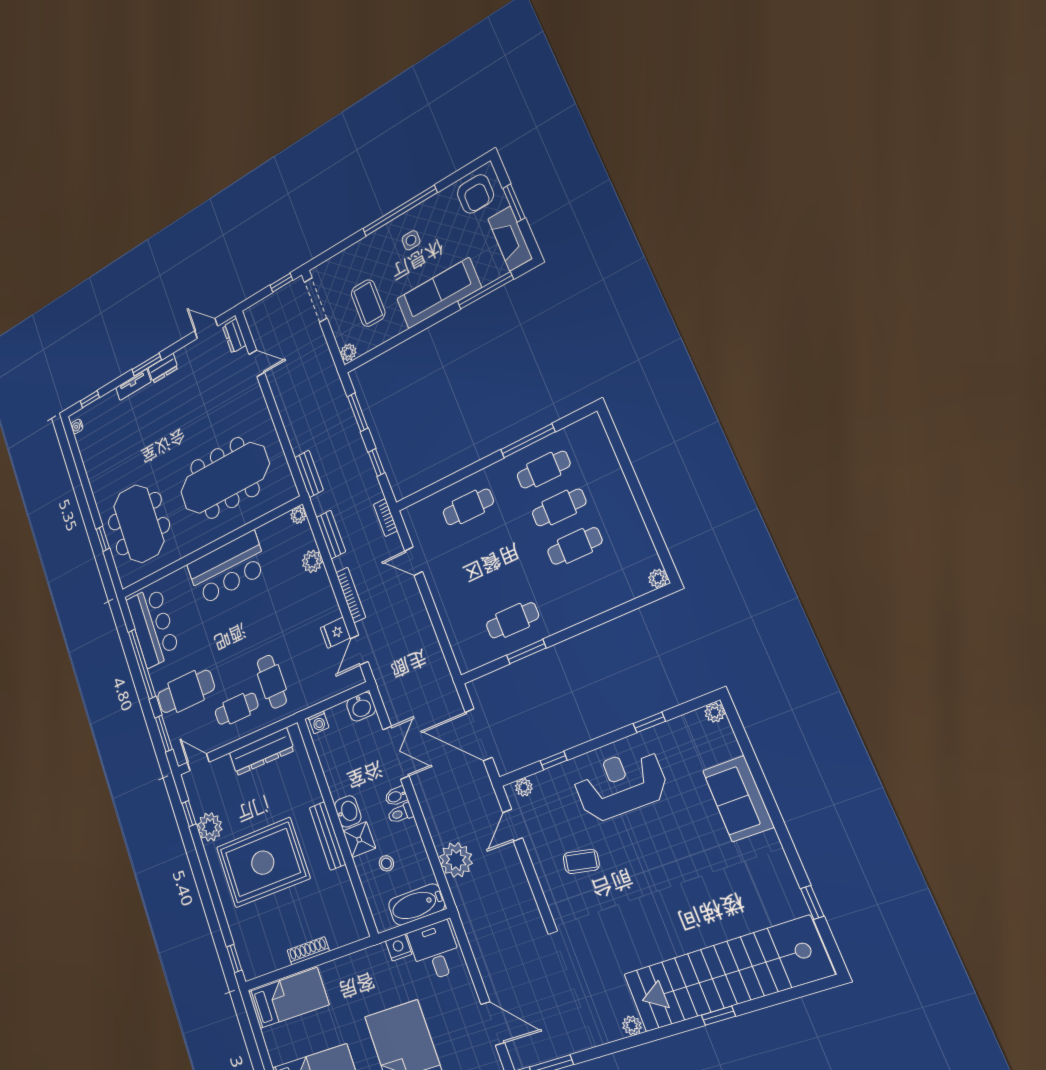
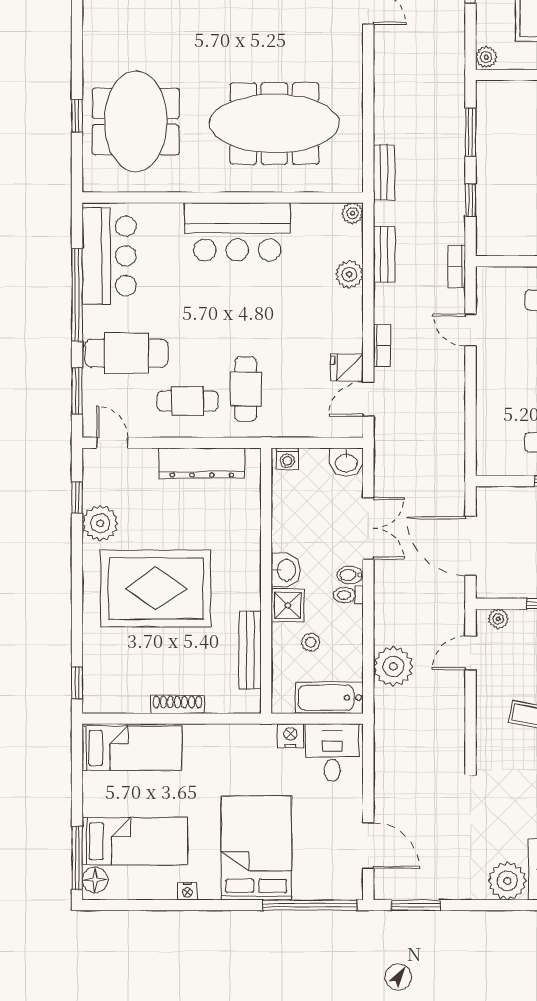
bookcase: (351, 595) -> (382, 345), width x0.64
bench: (327, 836) -> (250, 650), moved
plant: (632, 1026) -> (507, 881), width x1.88, depth x1.88

